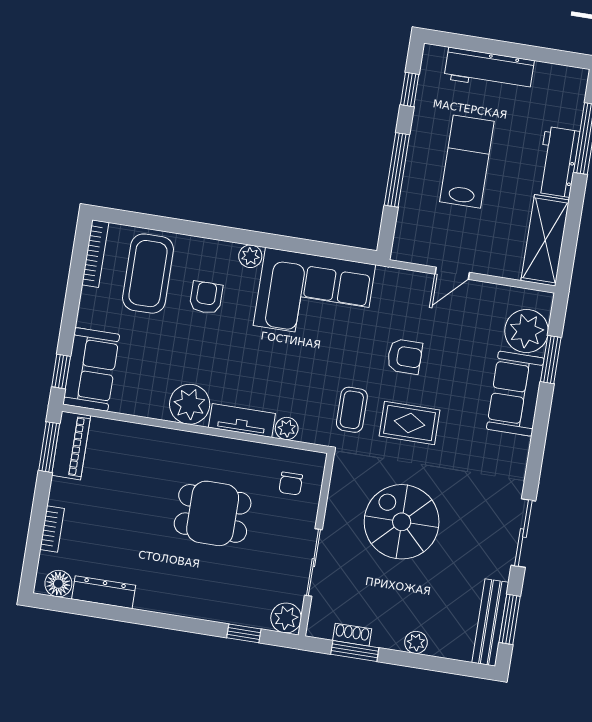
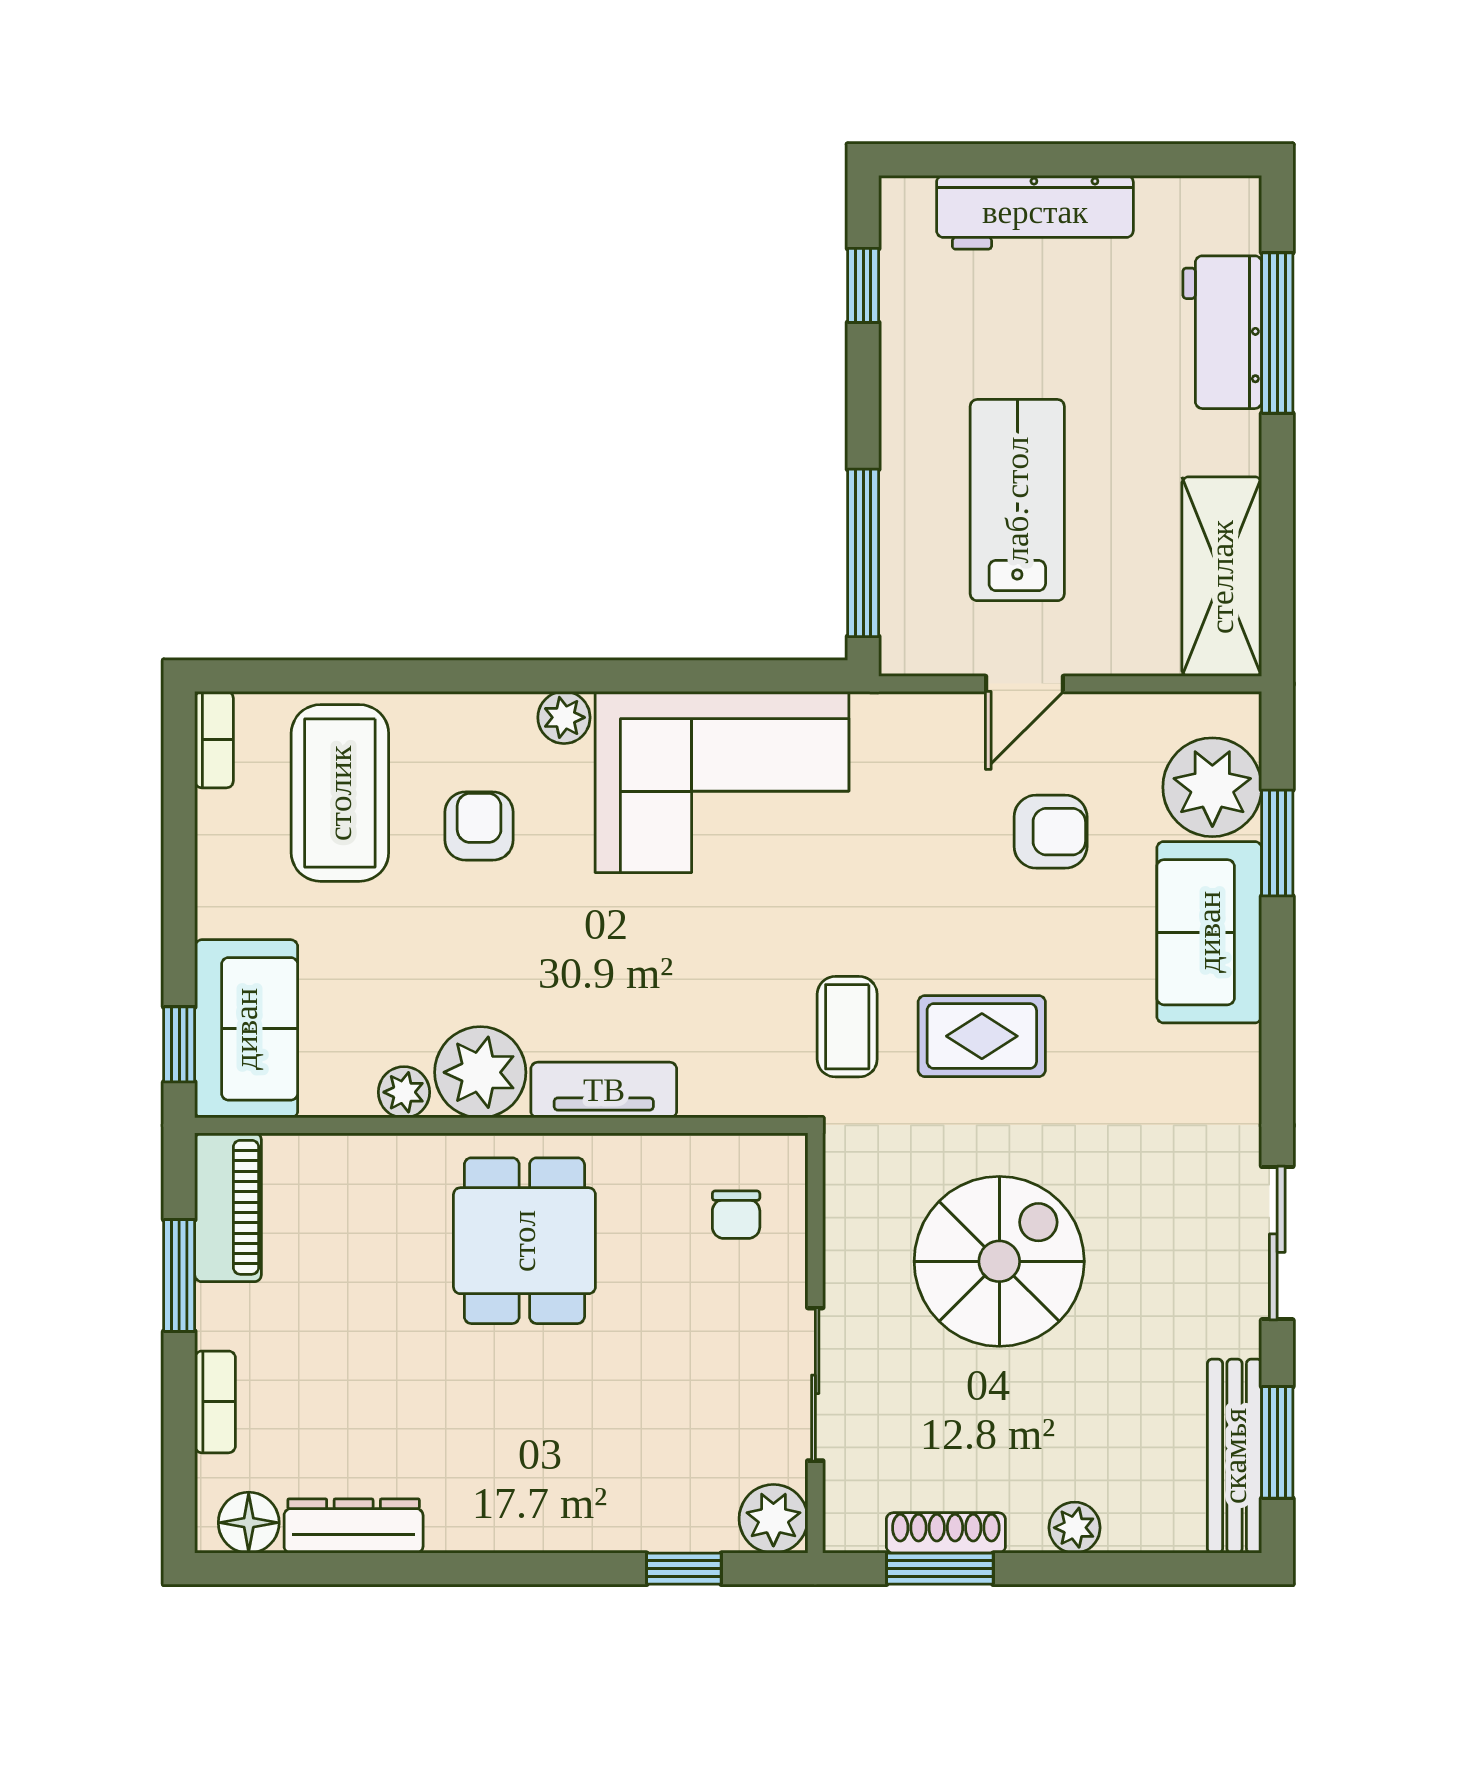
lab bench: (467, 162) -> (1017, 500), moved
workbench: (558, 162) -> (1222, 332), moved
window: (397, 170) -> (863, 553), moved
bookcase: (95, 254) -> (214, 740), width x0.64
armchair: (405, 356) -> (1051, 832), moved
plant: (287, 429) -> (404, 1092), moved
window: (49, 447) -> (179, 1275), moved
dining table: (213, 513) -> (524, 1241), moved, turned 90
spiral stairs: (402, 522) -> (999, 1261), turned 90
shoe rack: (352, 635) -> (946, 1533), width x1.43

